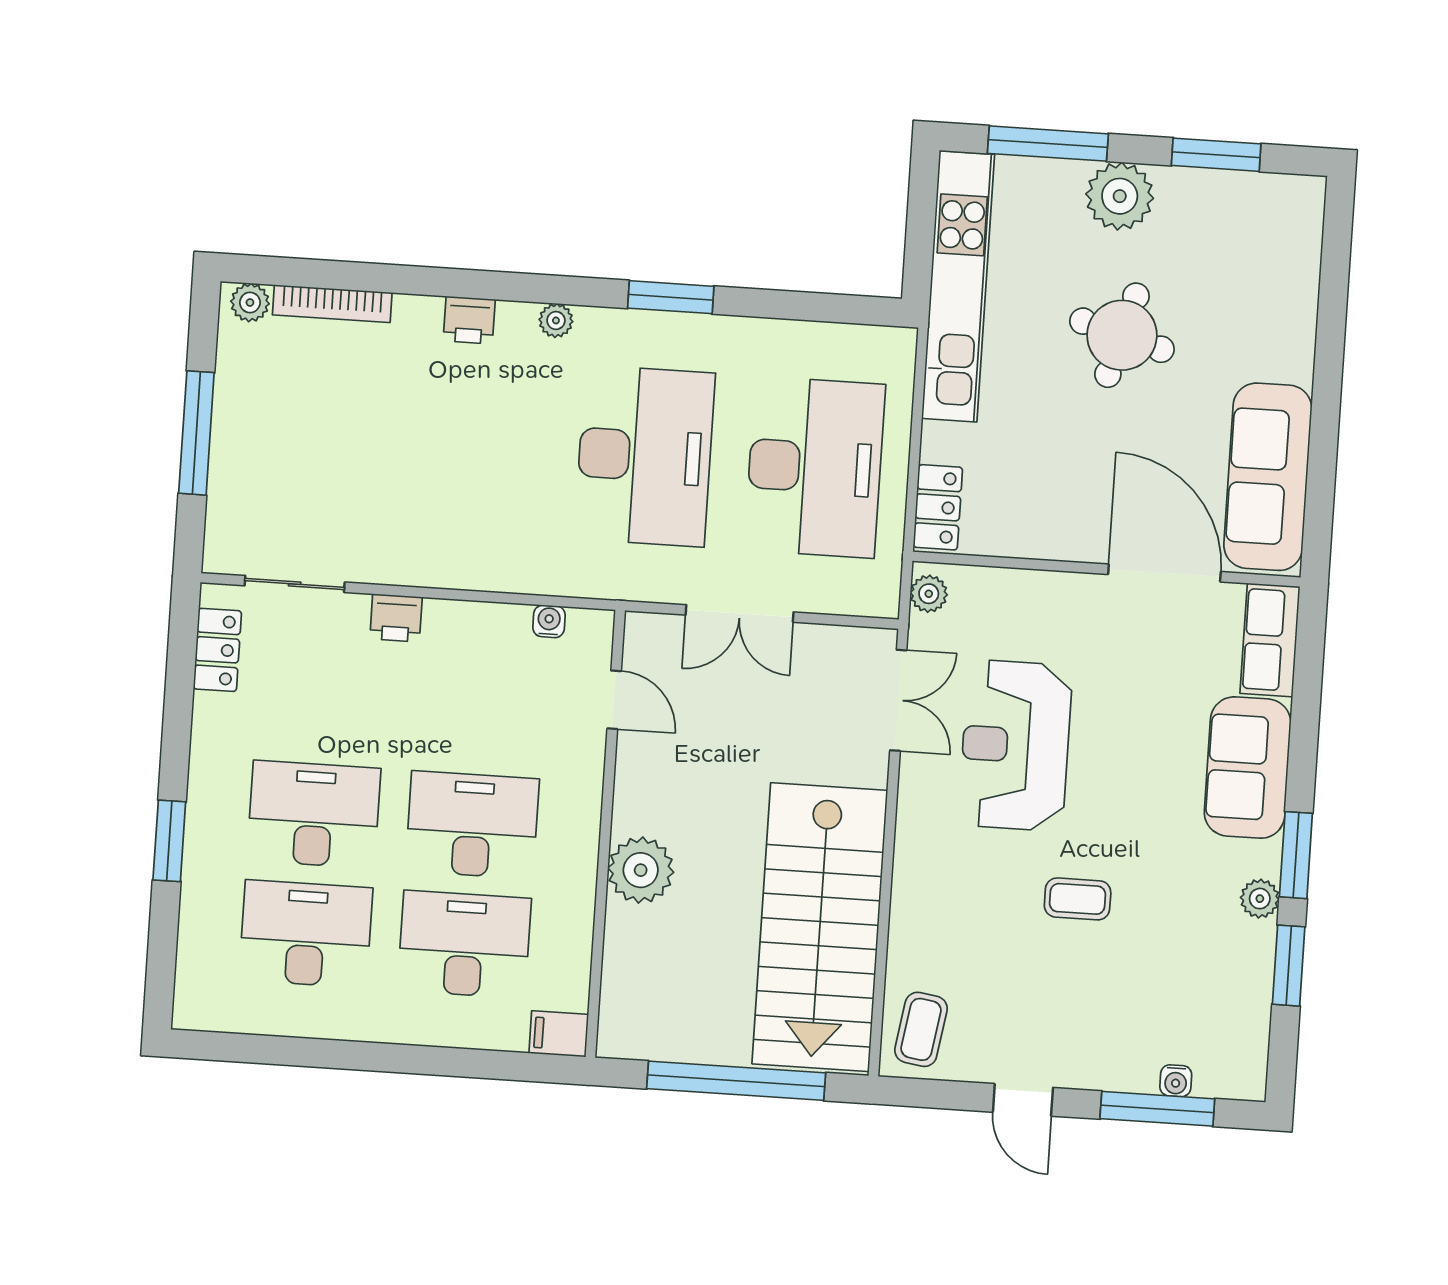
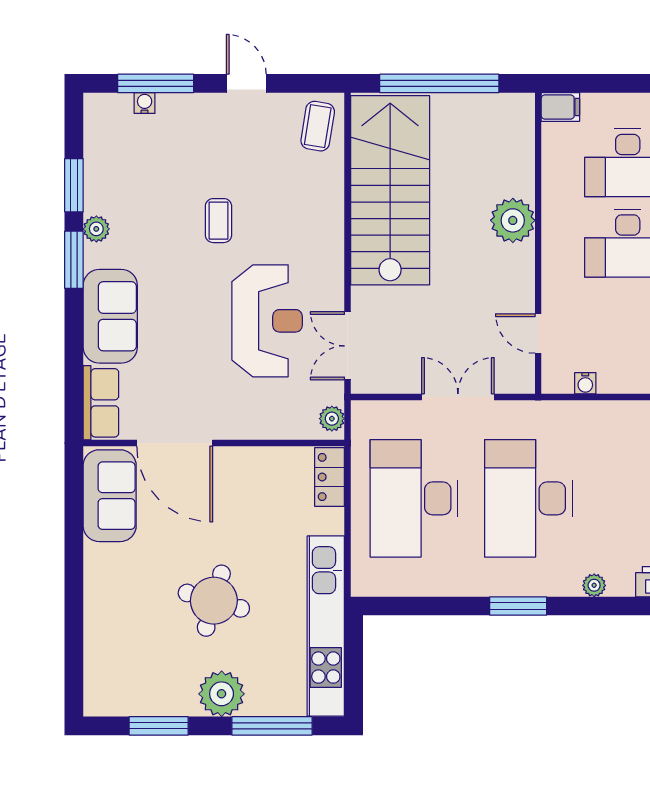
sofa: (1268, 477) -> (110, 496), width x0.73
coffee table: (1078, 899) -> (218, 221), turned 90

